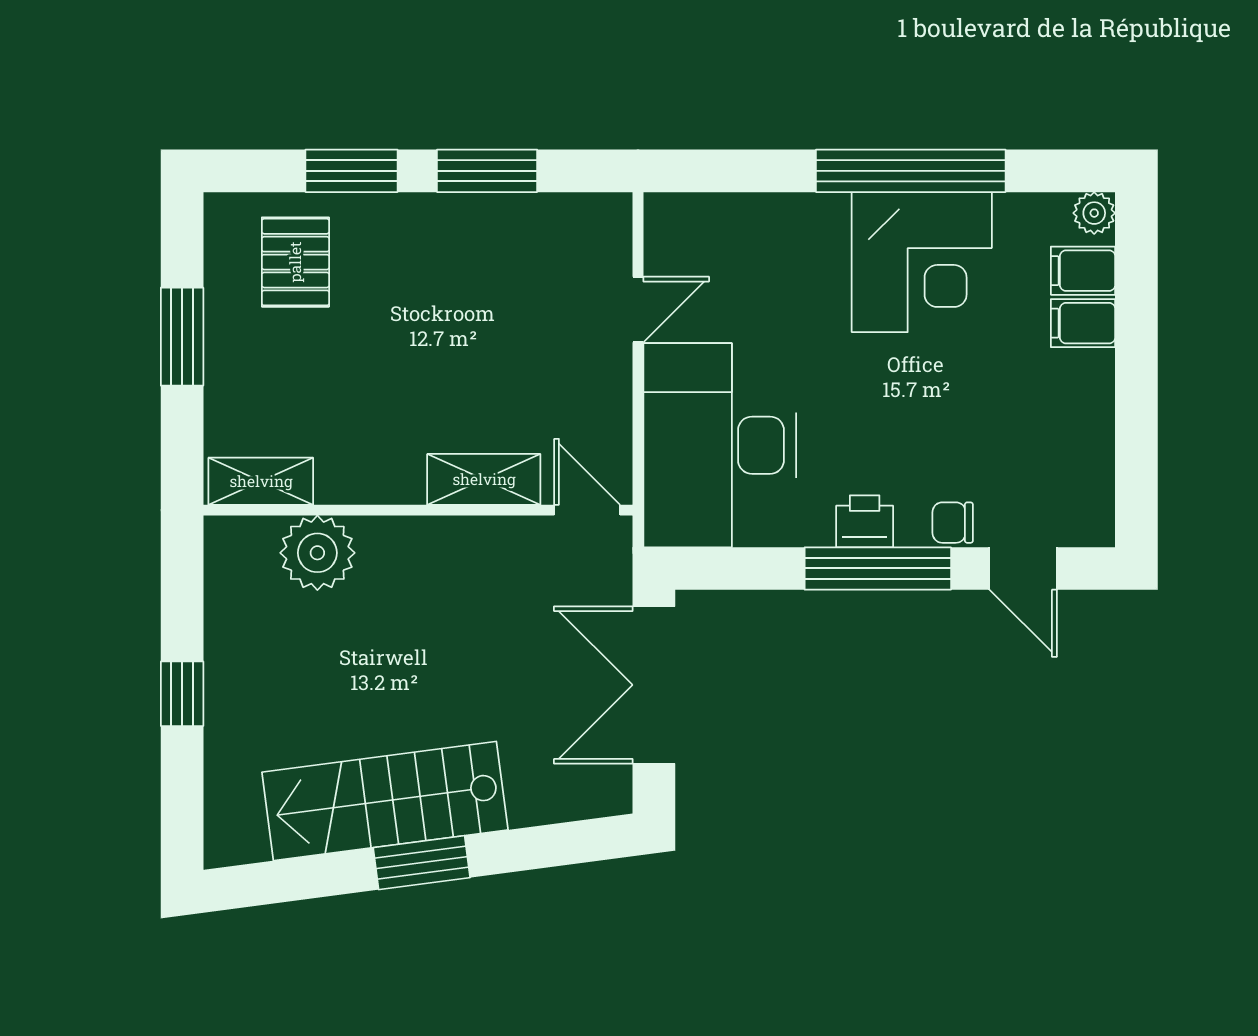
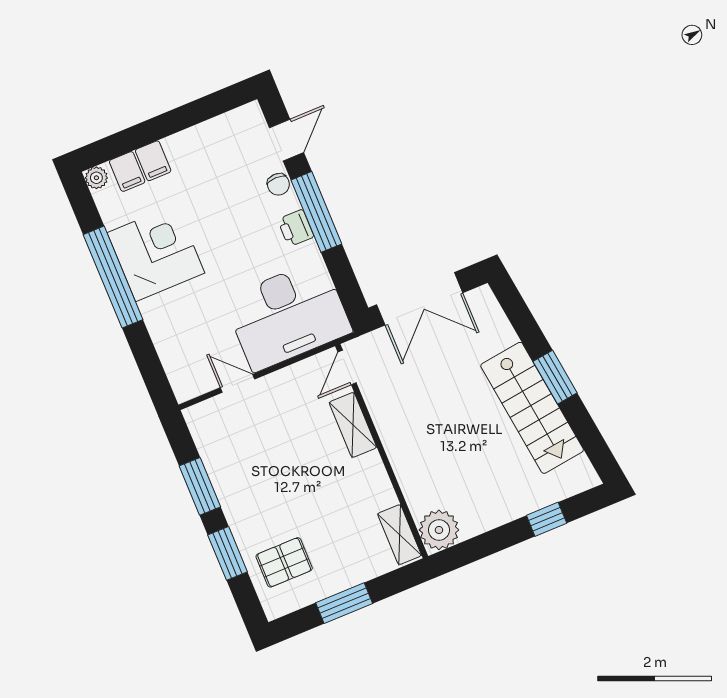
plant: (317, 553) -> (439, 530), moved
window: (182, 694) -> (547, 519), moved

